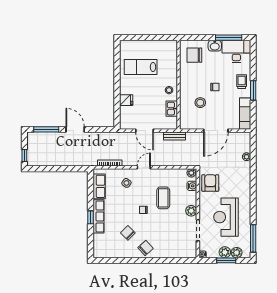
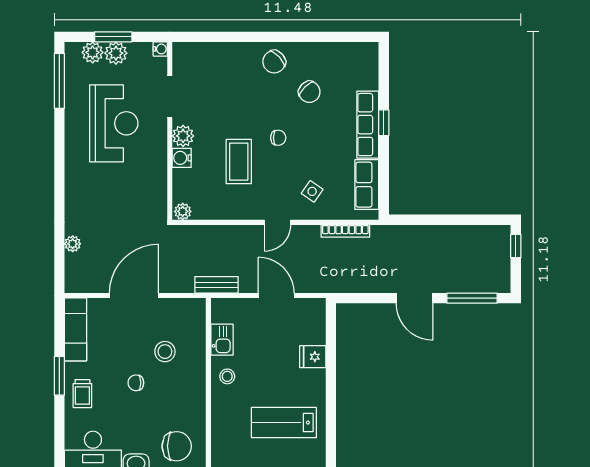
lab bench: (141, 67) -> (284, 423), turned 180
armchair: (210, 183) -> (145, 191), removed
water cooler: (192, 186) -> (182, 158), moved

